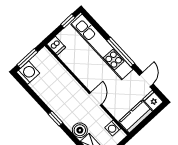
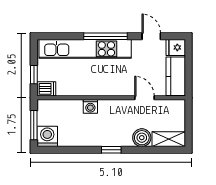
window: (68, 21) -> (34, 75), moved
door: (95, 99) -> (144, 98), moved
washing machine: (113, 128) -> (90, 106), moved

